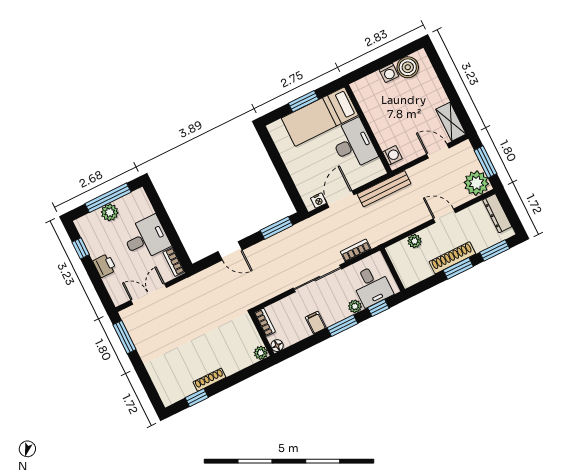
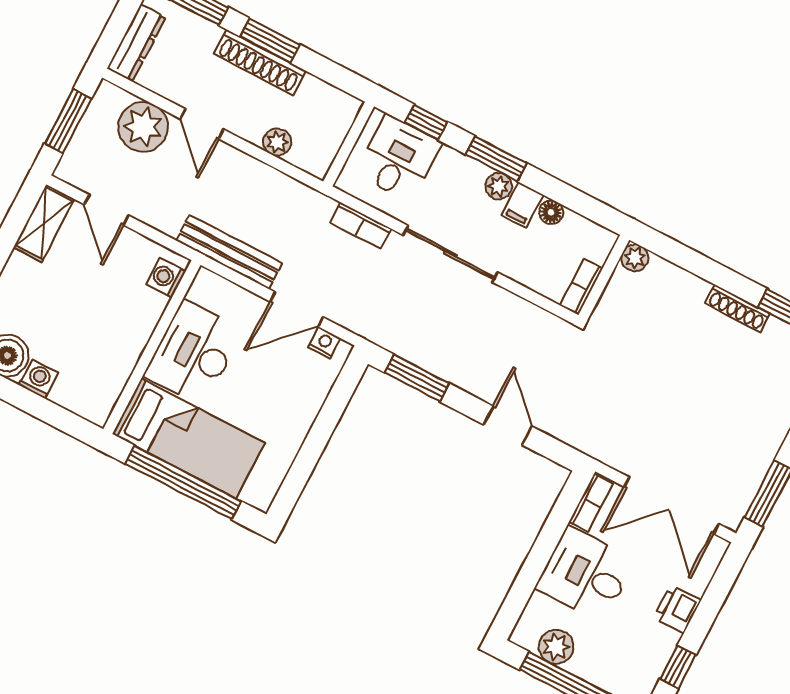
window: (303, 101) -> (183, 483), width x2.11
plant: (476, 183) -> (143, 127), moved
plant: (110, 212) -> (556, 647), moved
double door: (149, 294) -> (671, 505), width x1.37
plant: (355, 306) -> (499, 186), moved
floor lamp: (277, 346) -> (551, 212), moved

